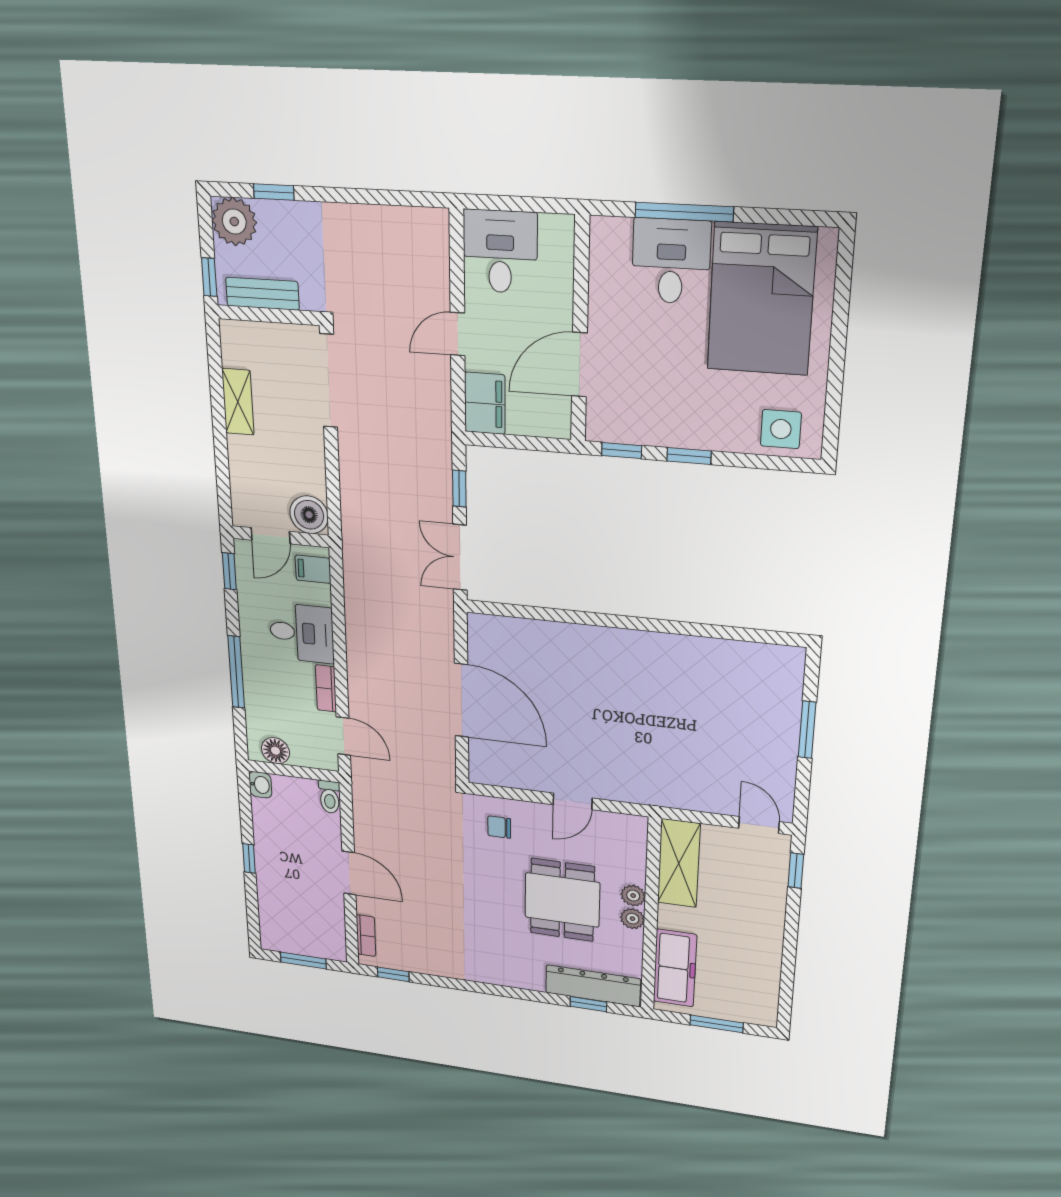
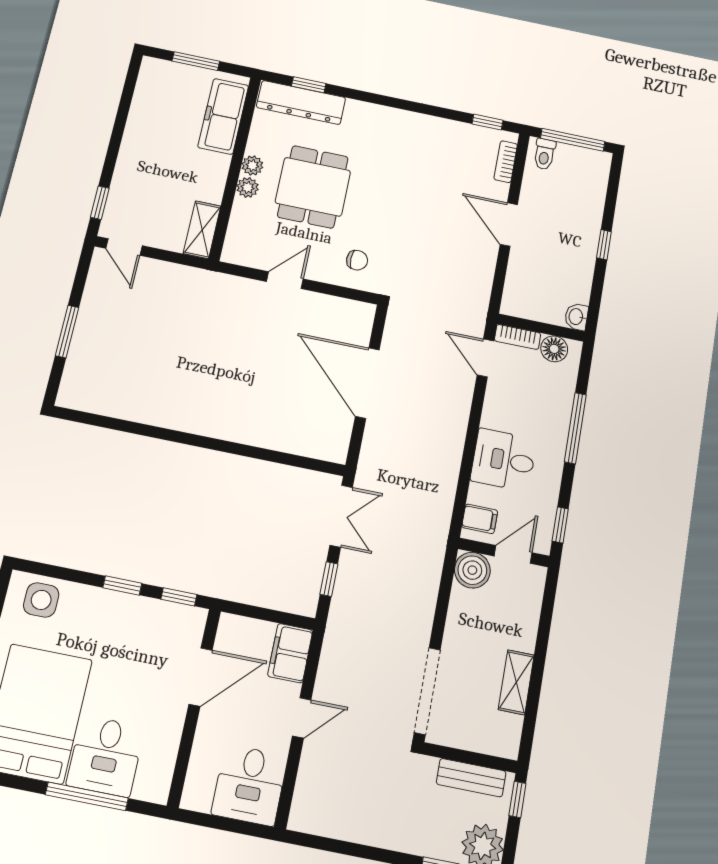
bookcase: (326, 688) -> (518, 337), moved, turned 90
toilet: (330, 797) -> (544, 154), moved, turned 180
shelving: (679, 863) -> (202, 230), width x0.67, depth x0.75
window: (303, 960) -> (573, 140), width x1.44

